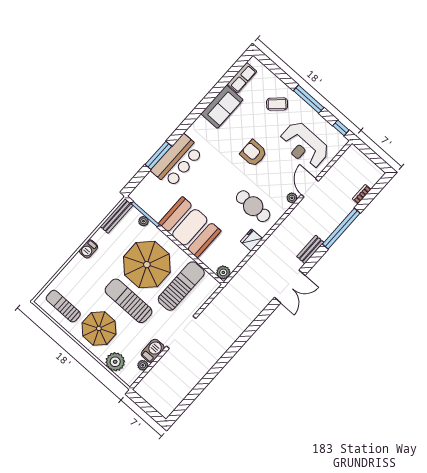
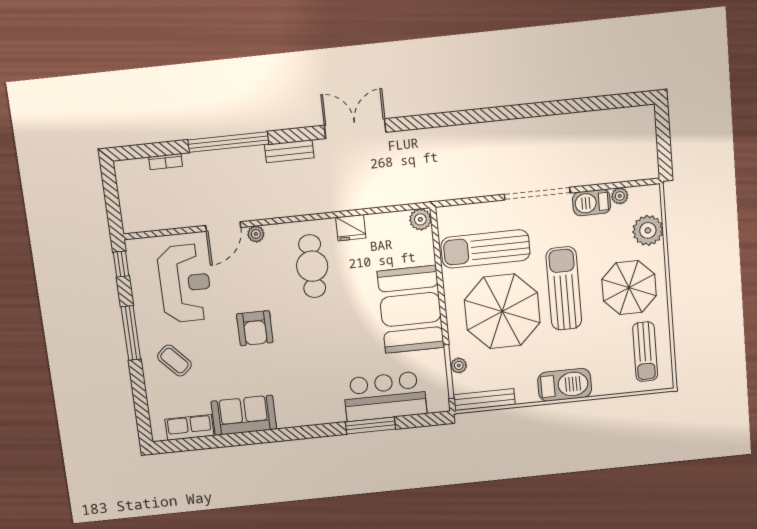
bar counter: (177, 161) -> (385, 396), moved
barbecue: (89, 249) -> (565, 385), width x1.88, depth x1.53
sun lounger: (129, 301) -> (564, 288), turned 180

